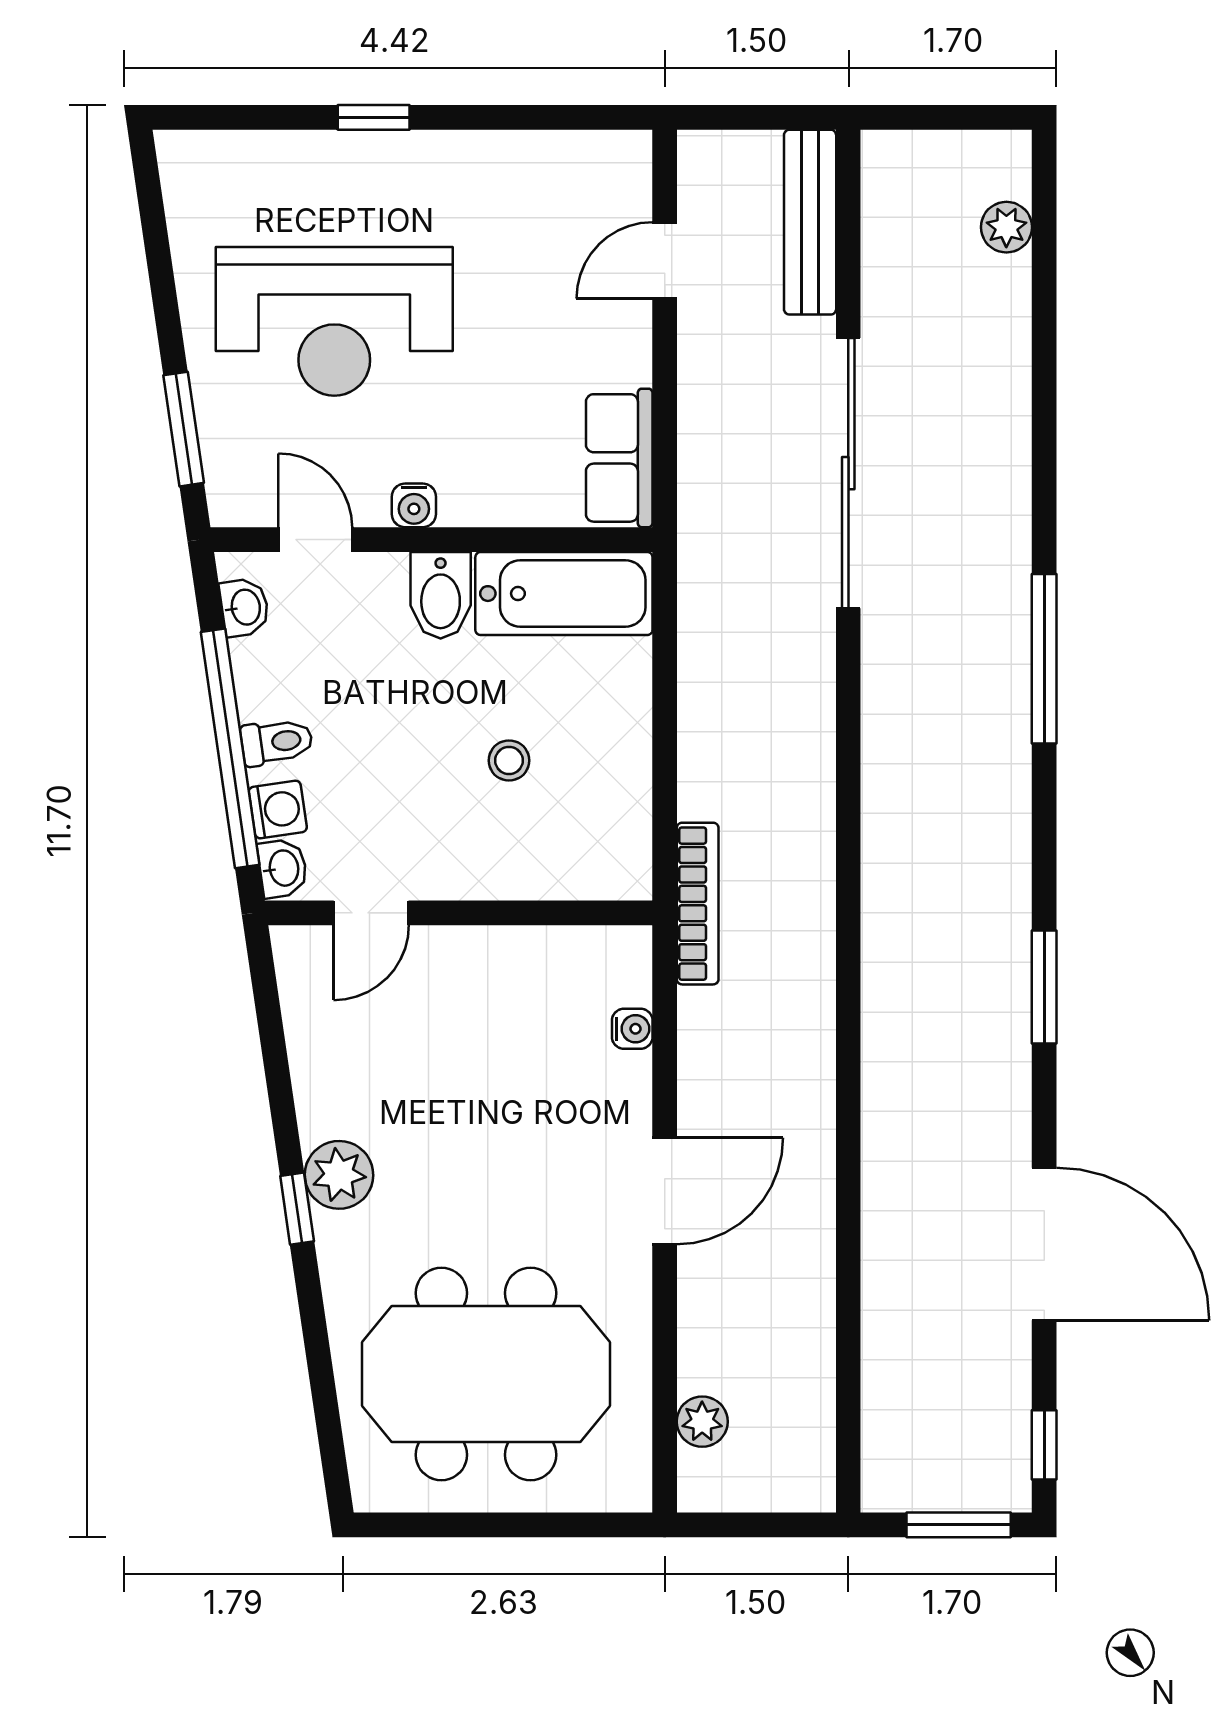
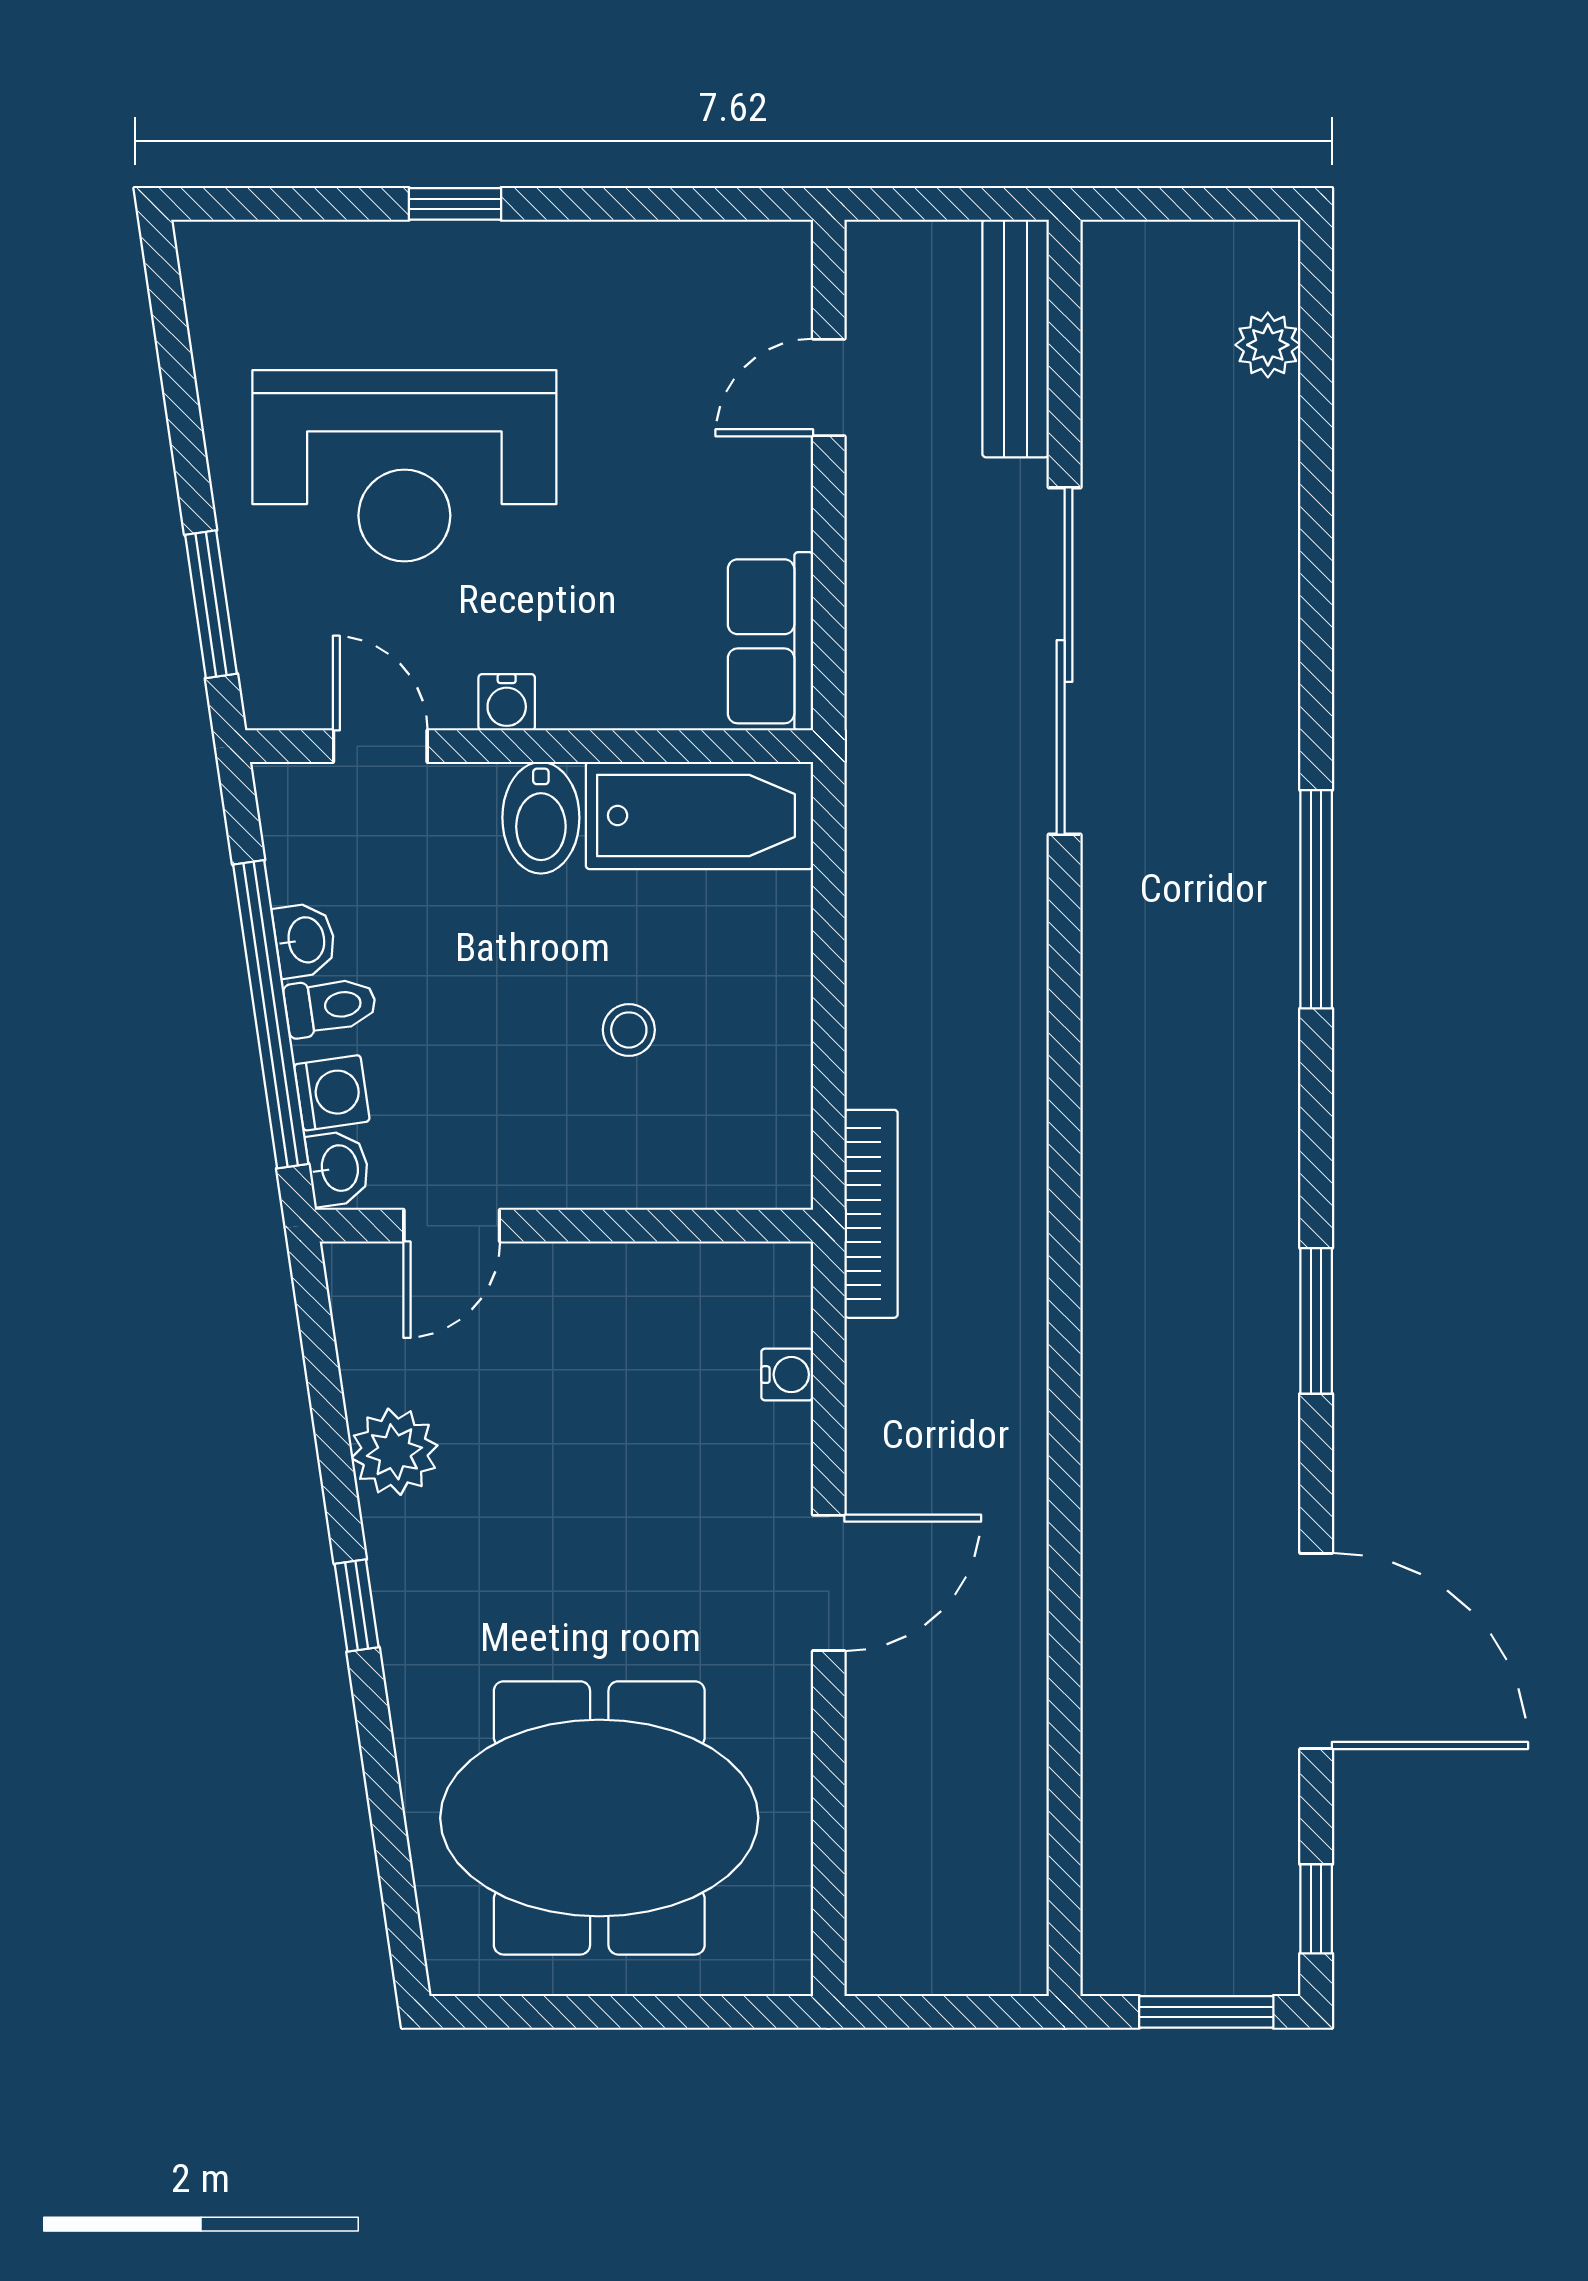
washbasin: (245, 607) -> (305, 940), moved
plant: (339, 1175) -> (394, 1452), moved
plant: (702, 1422) -> (877, 1879), removed

